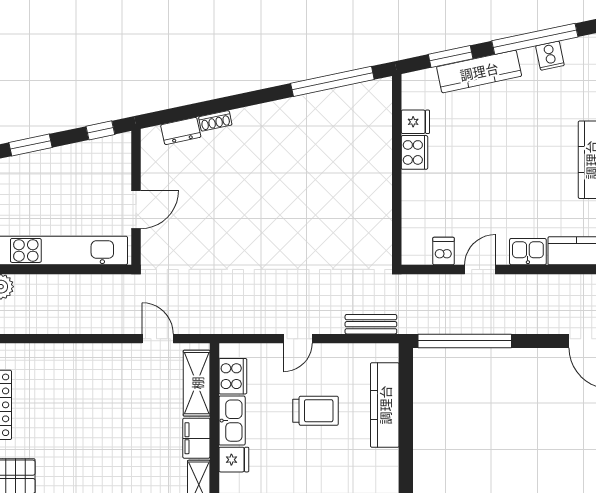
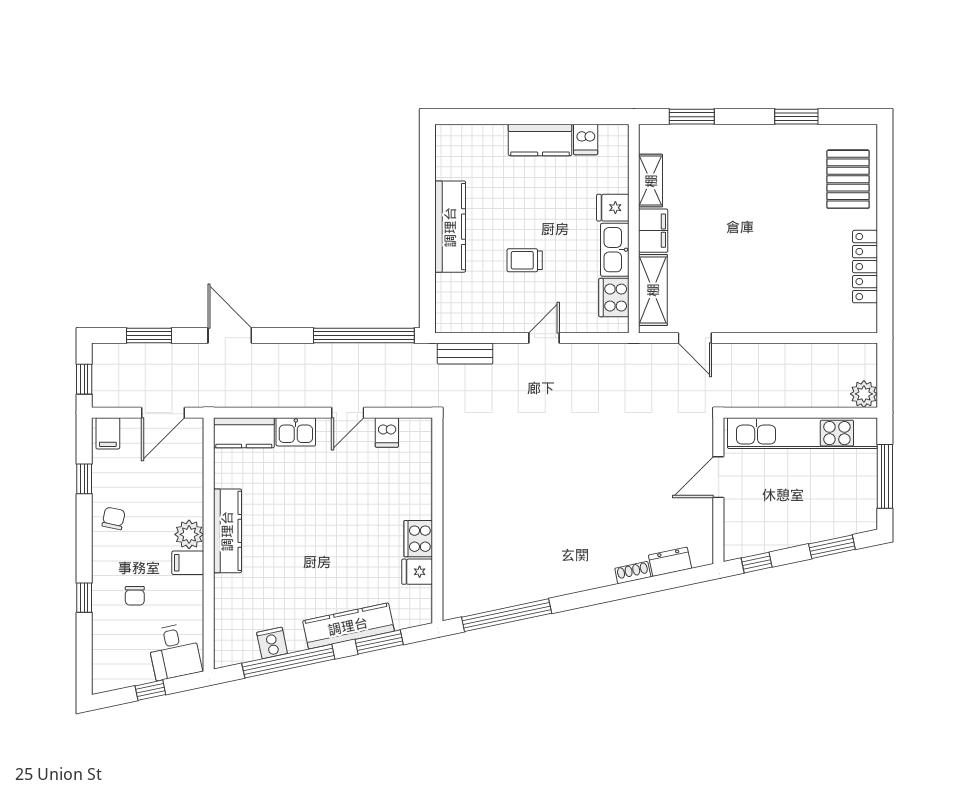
kitchen counter: (385, 405) -> (450, 227), moved
trolley: (316, 411) -> (525, 260), width x0.73, depth x0.72

